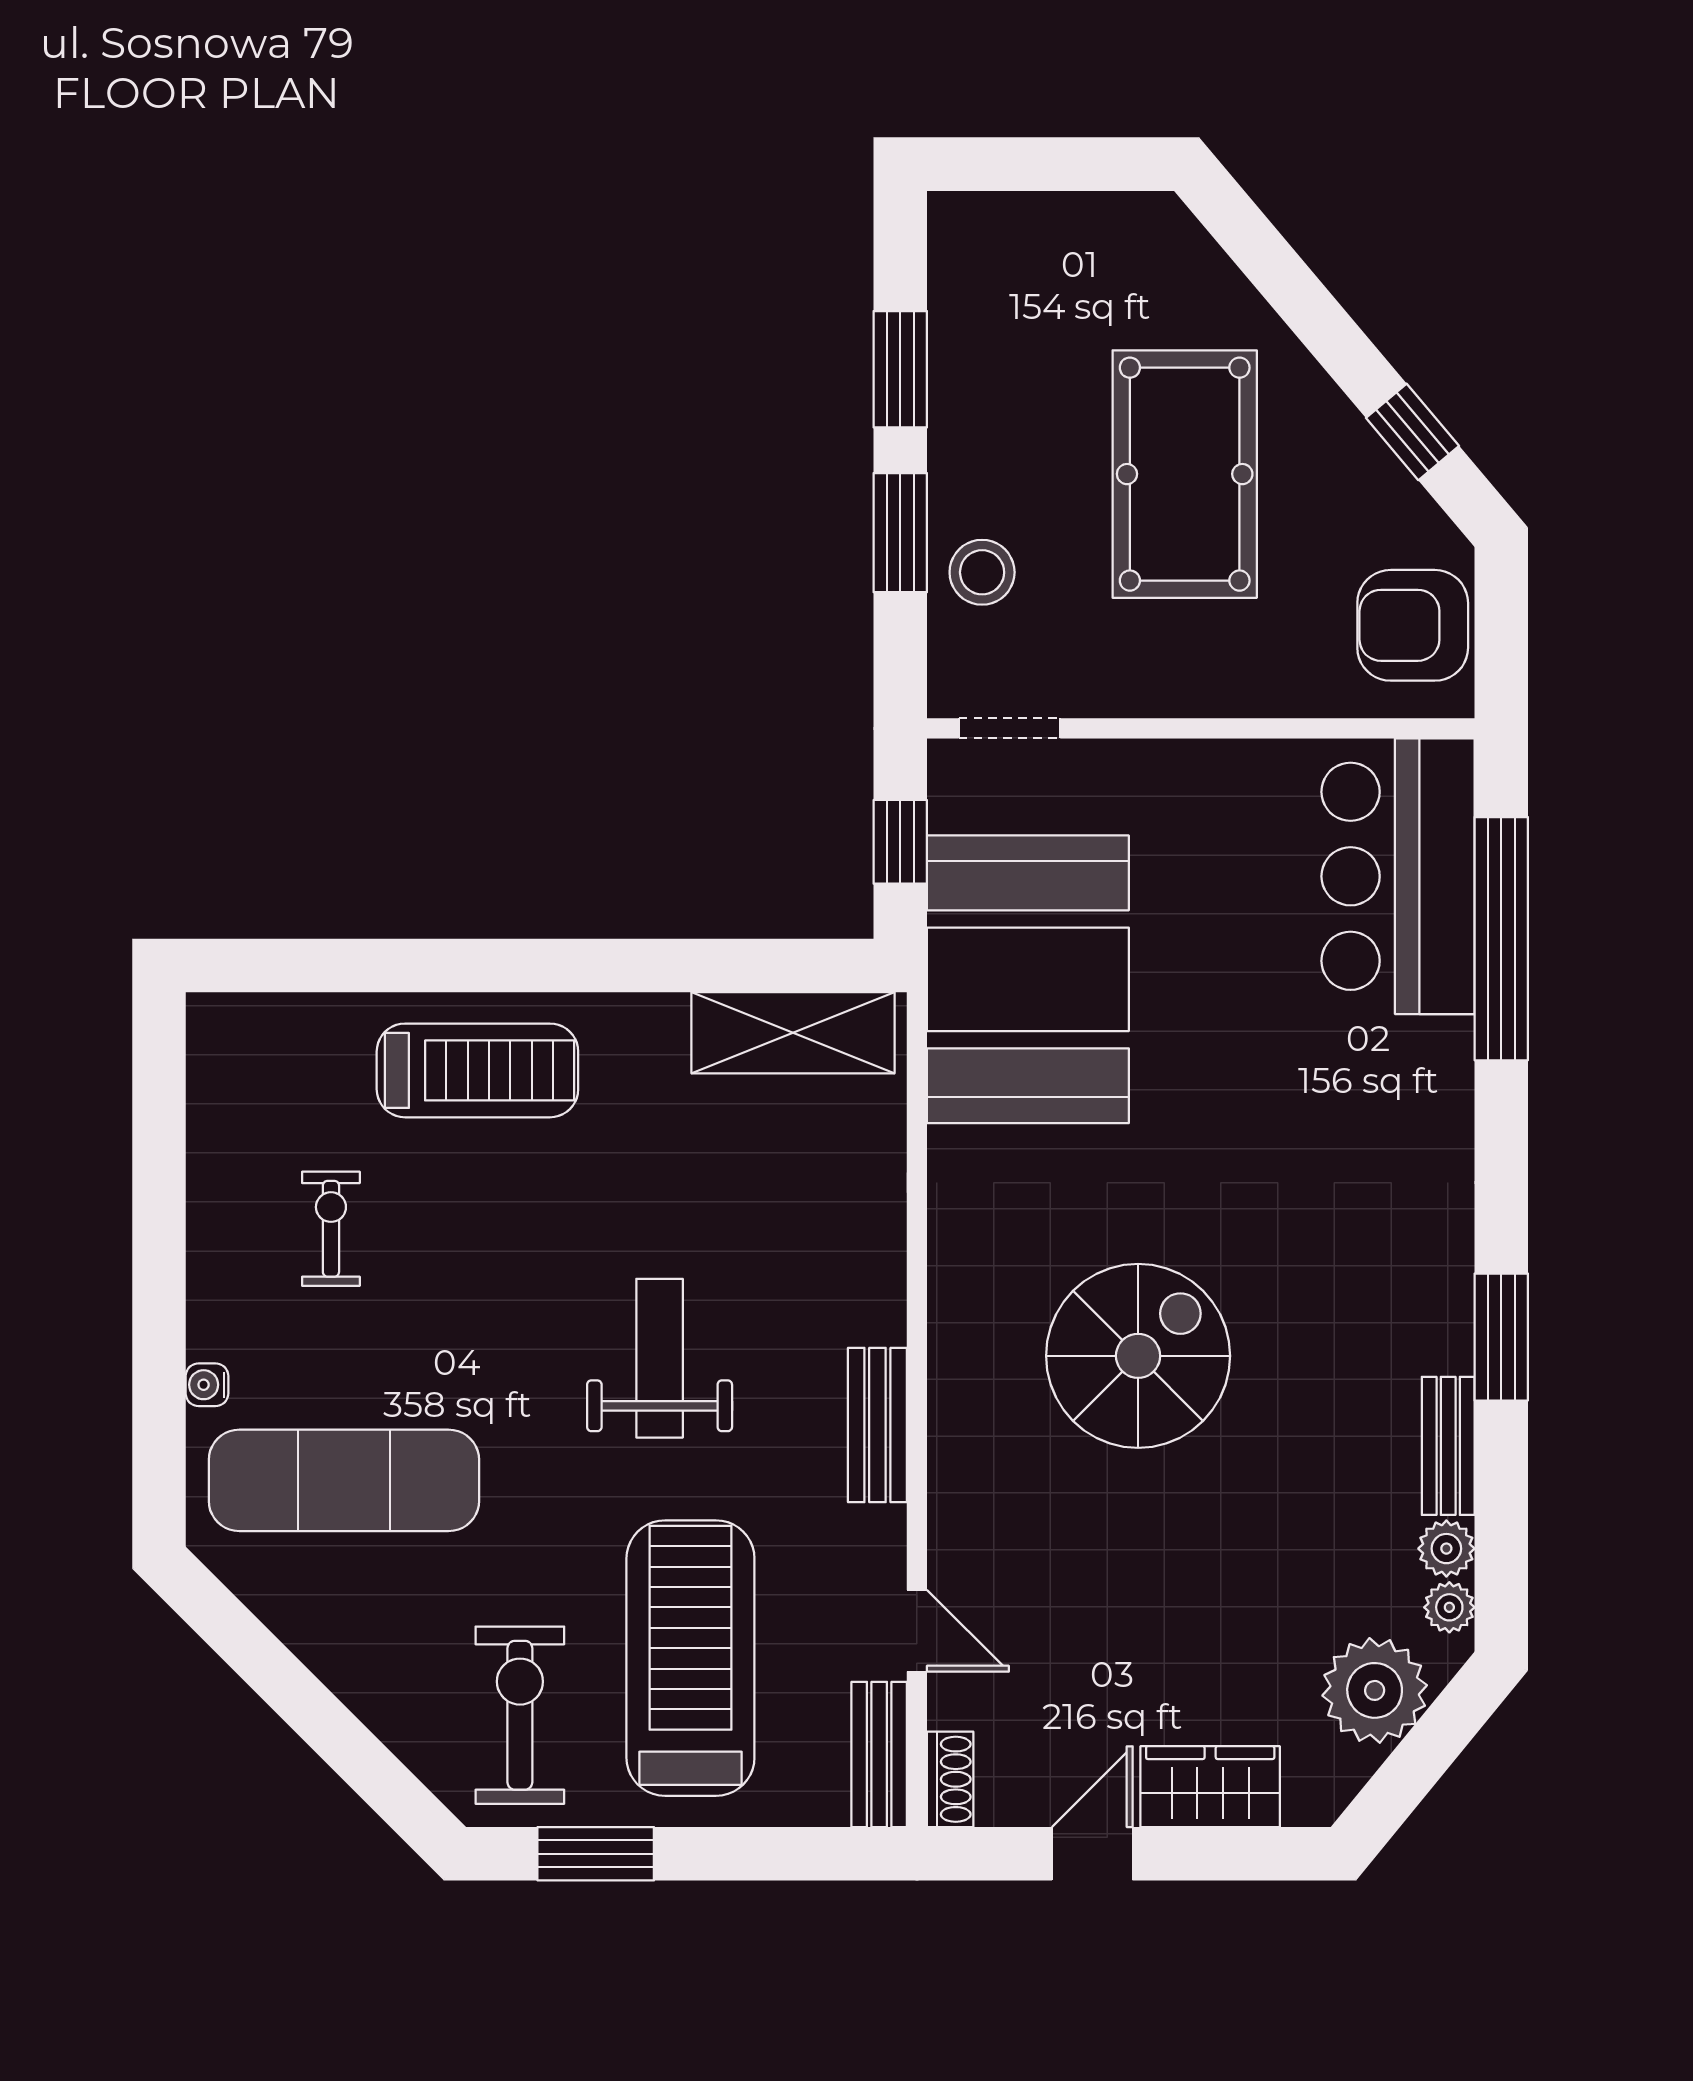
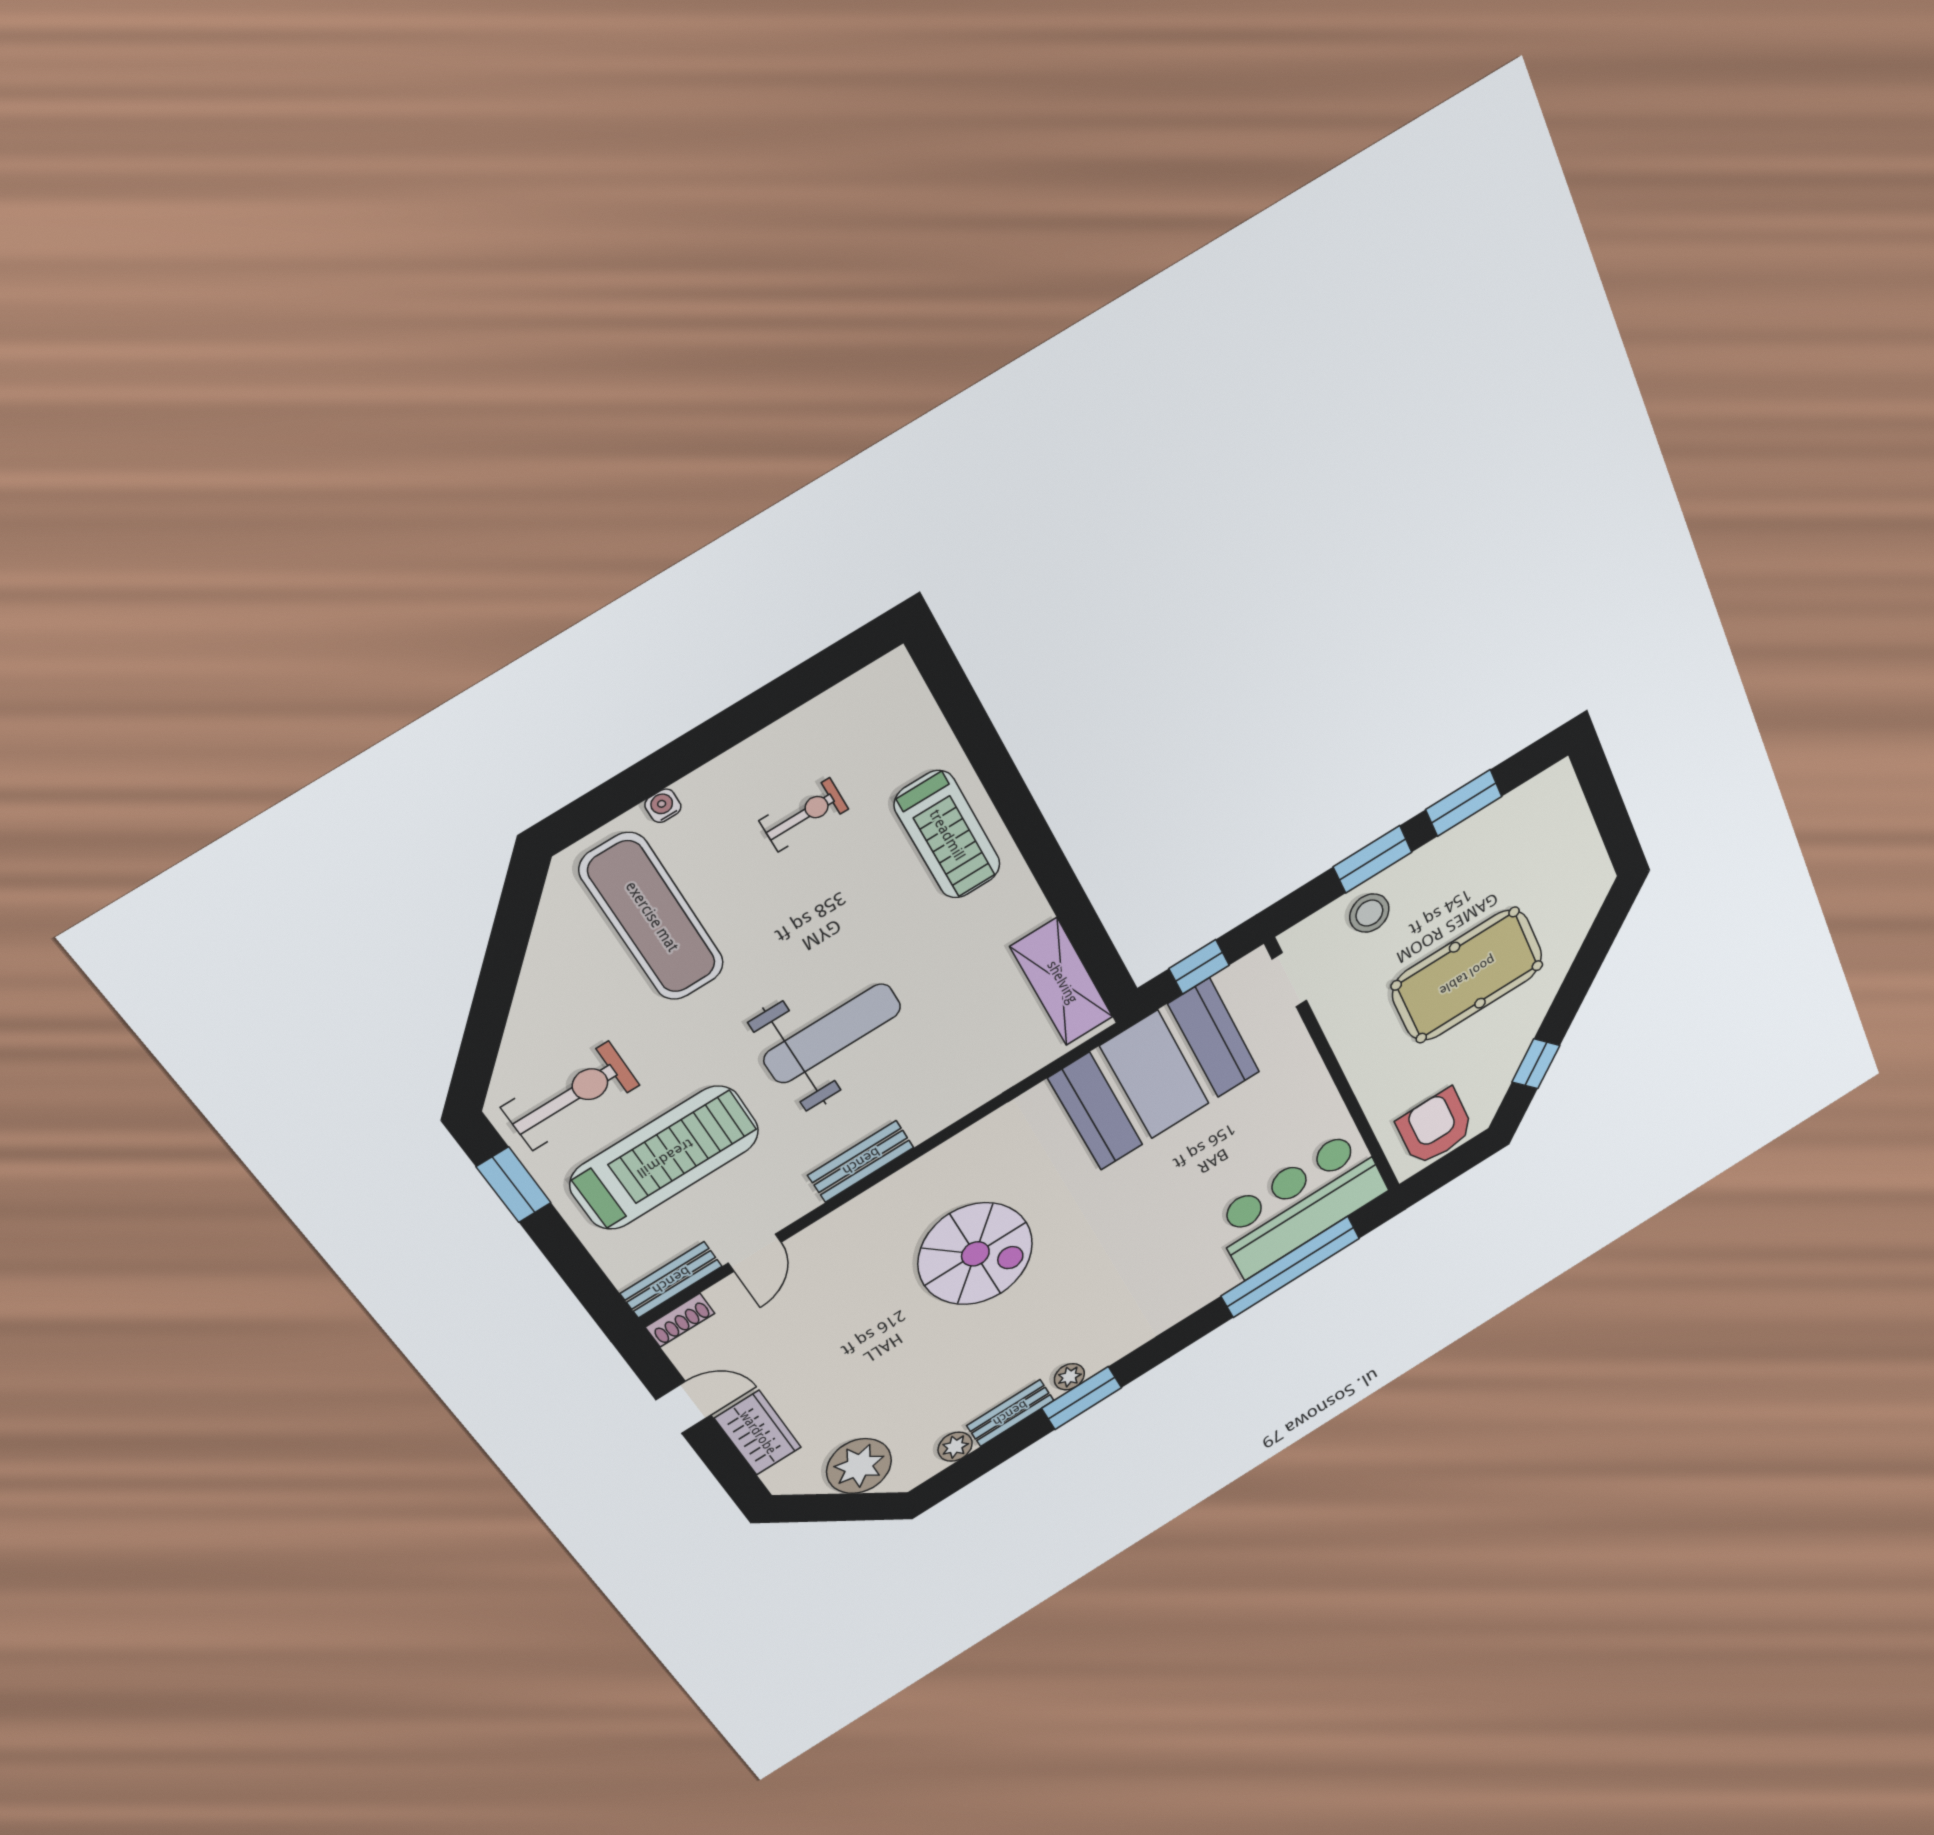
weight bench: (660, 1358) -> (832, 1033), width x1.36, depth x1.33
plant: (1449, 1607) -> (1069, 1377), moved

